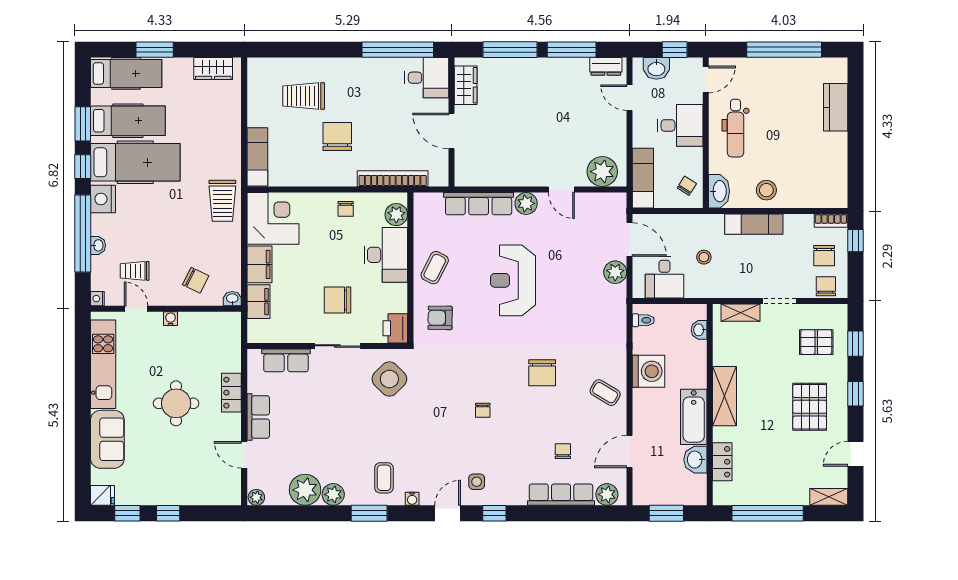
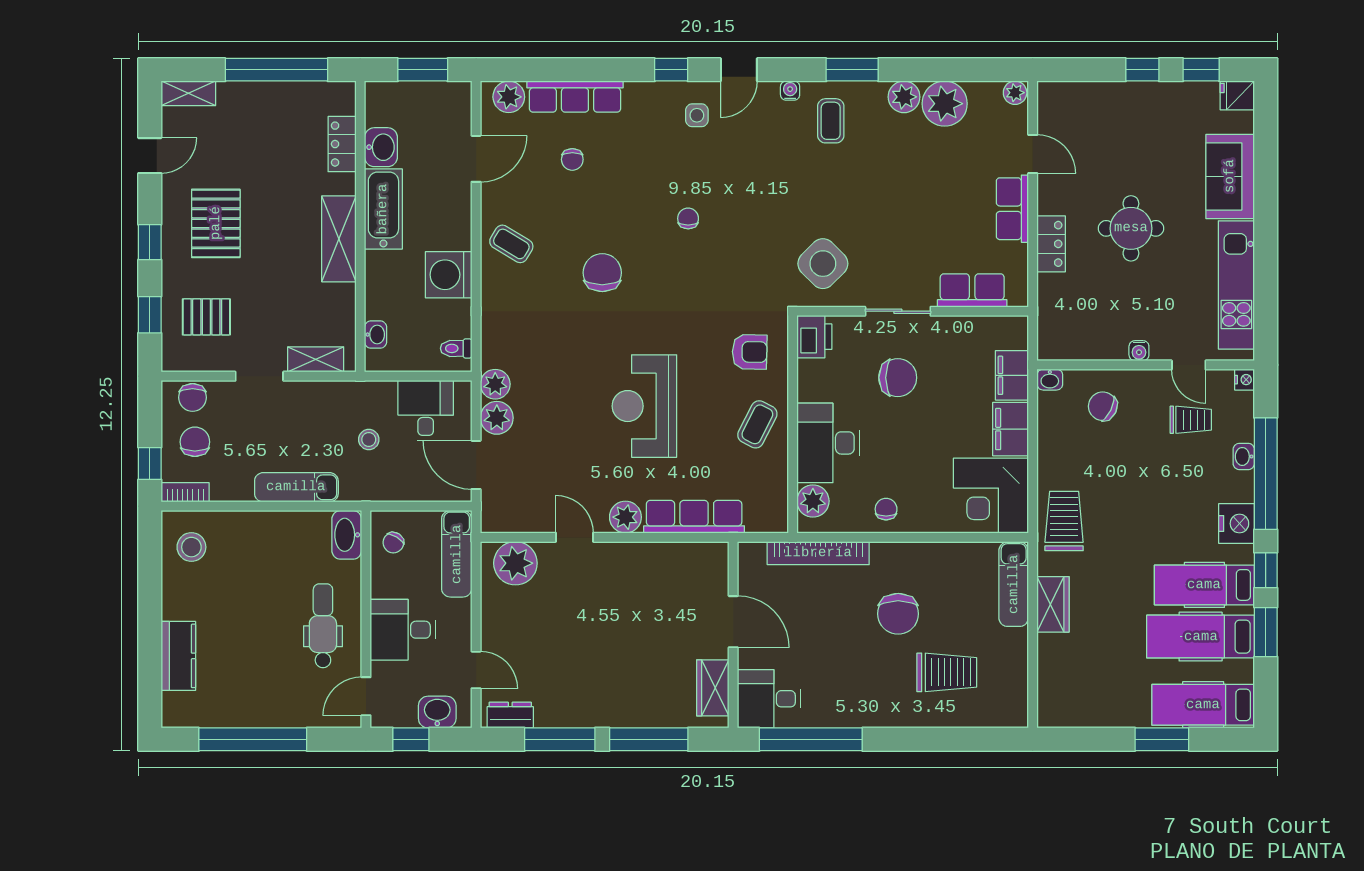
wardrobe: (213, 69) -> (1053, 604), moved, turned 90
hospital bed: (135, 162) -> (1204, 585), width x0.73, depth x0.78
stool: (766, 190) -> (191, 547), moved
reception desk: (513, 280) -> (644, 406), turned 180
plant: (616, 295) -> (495, 384), added

